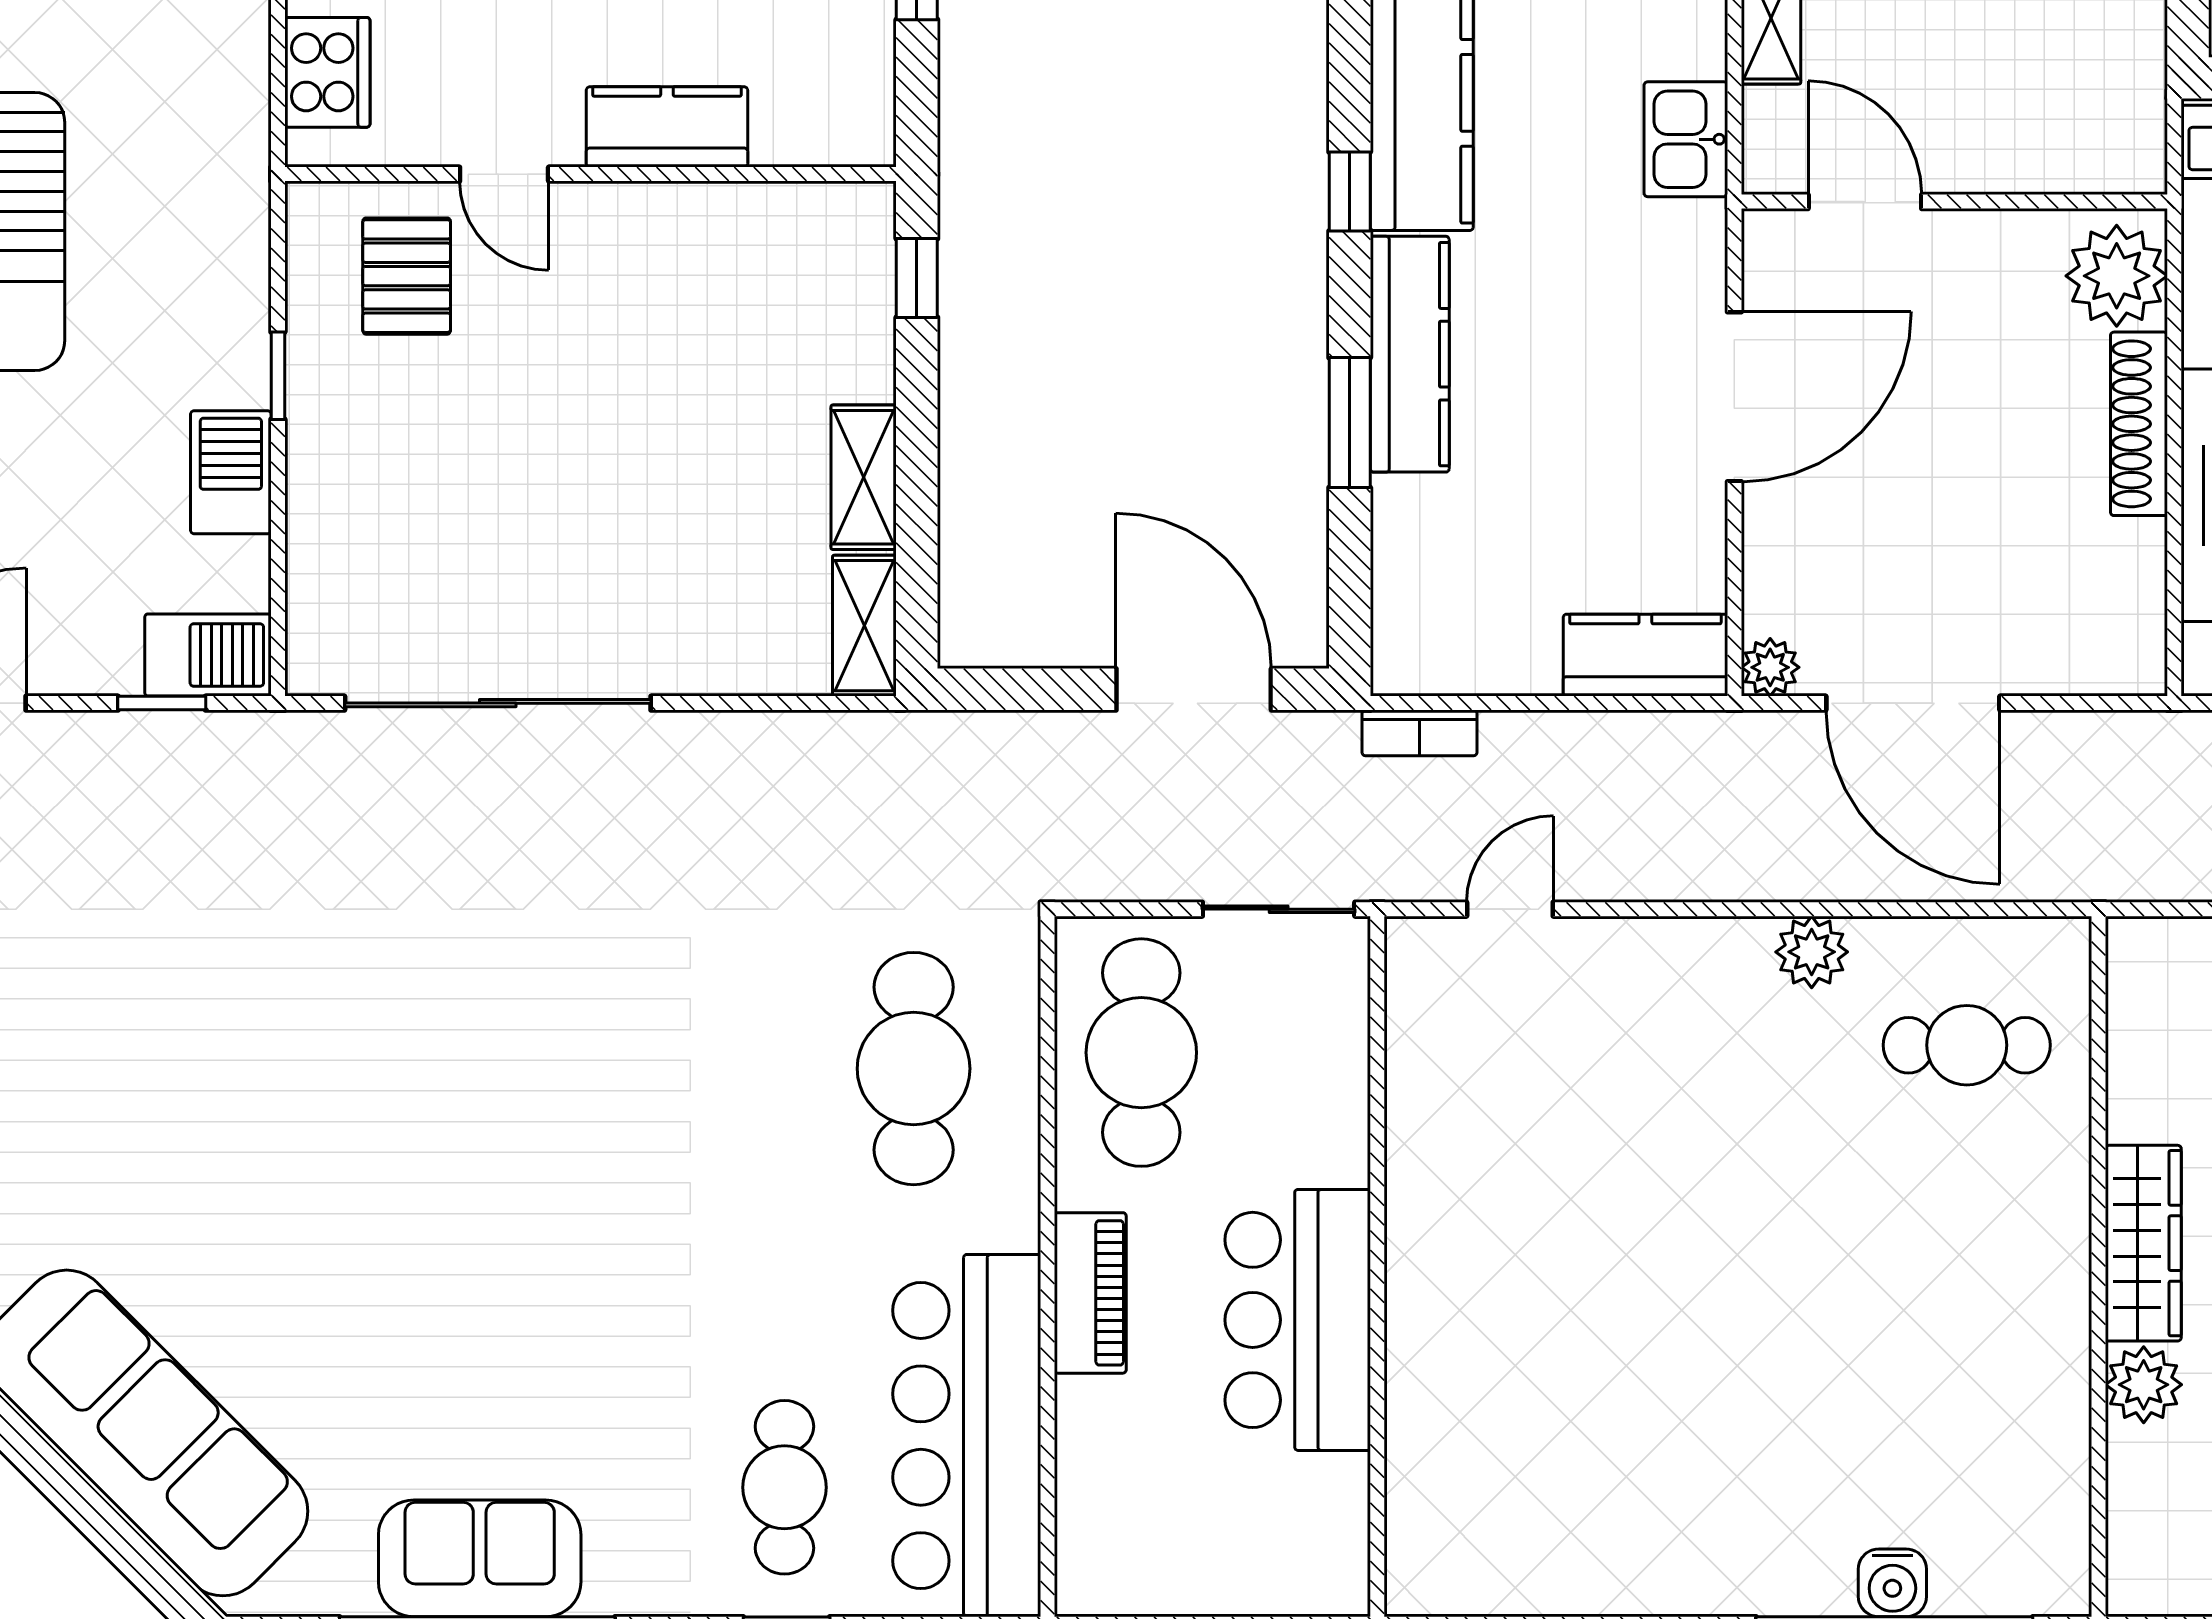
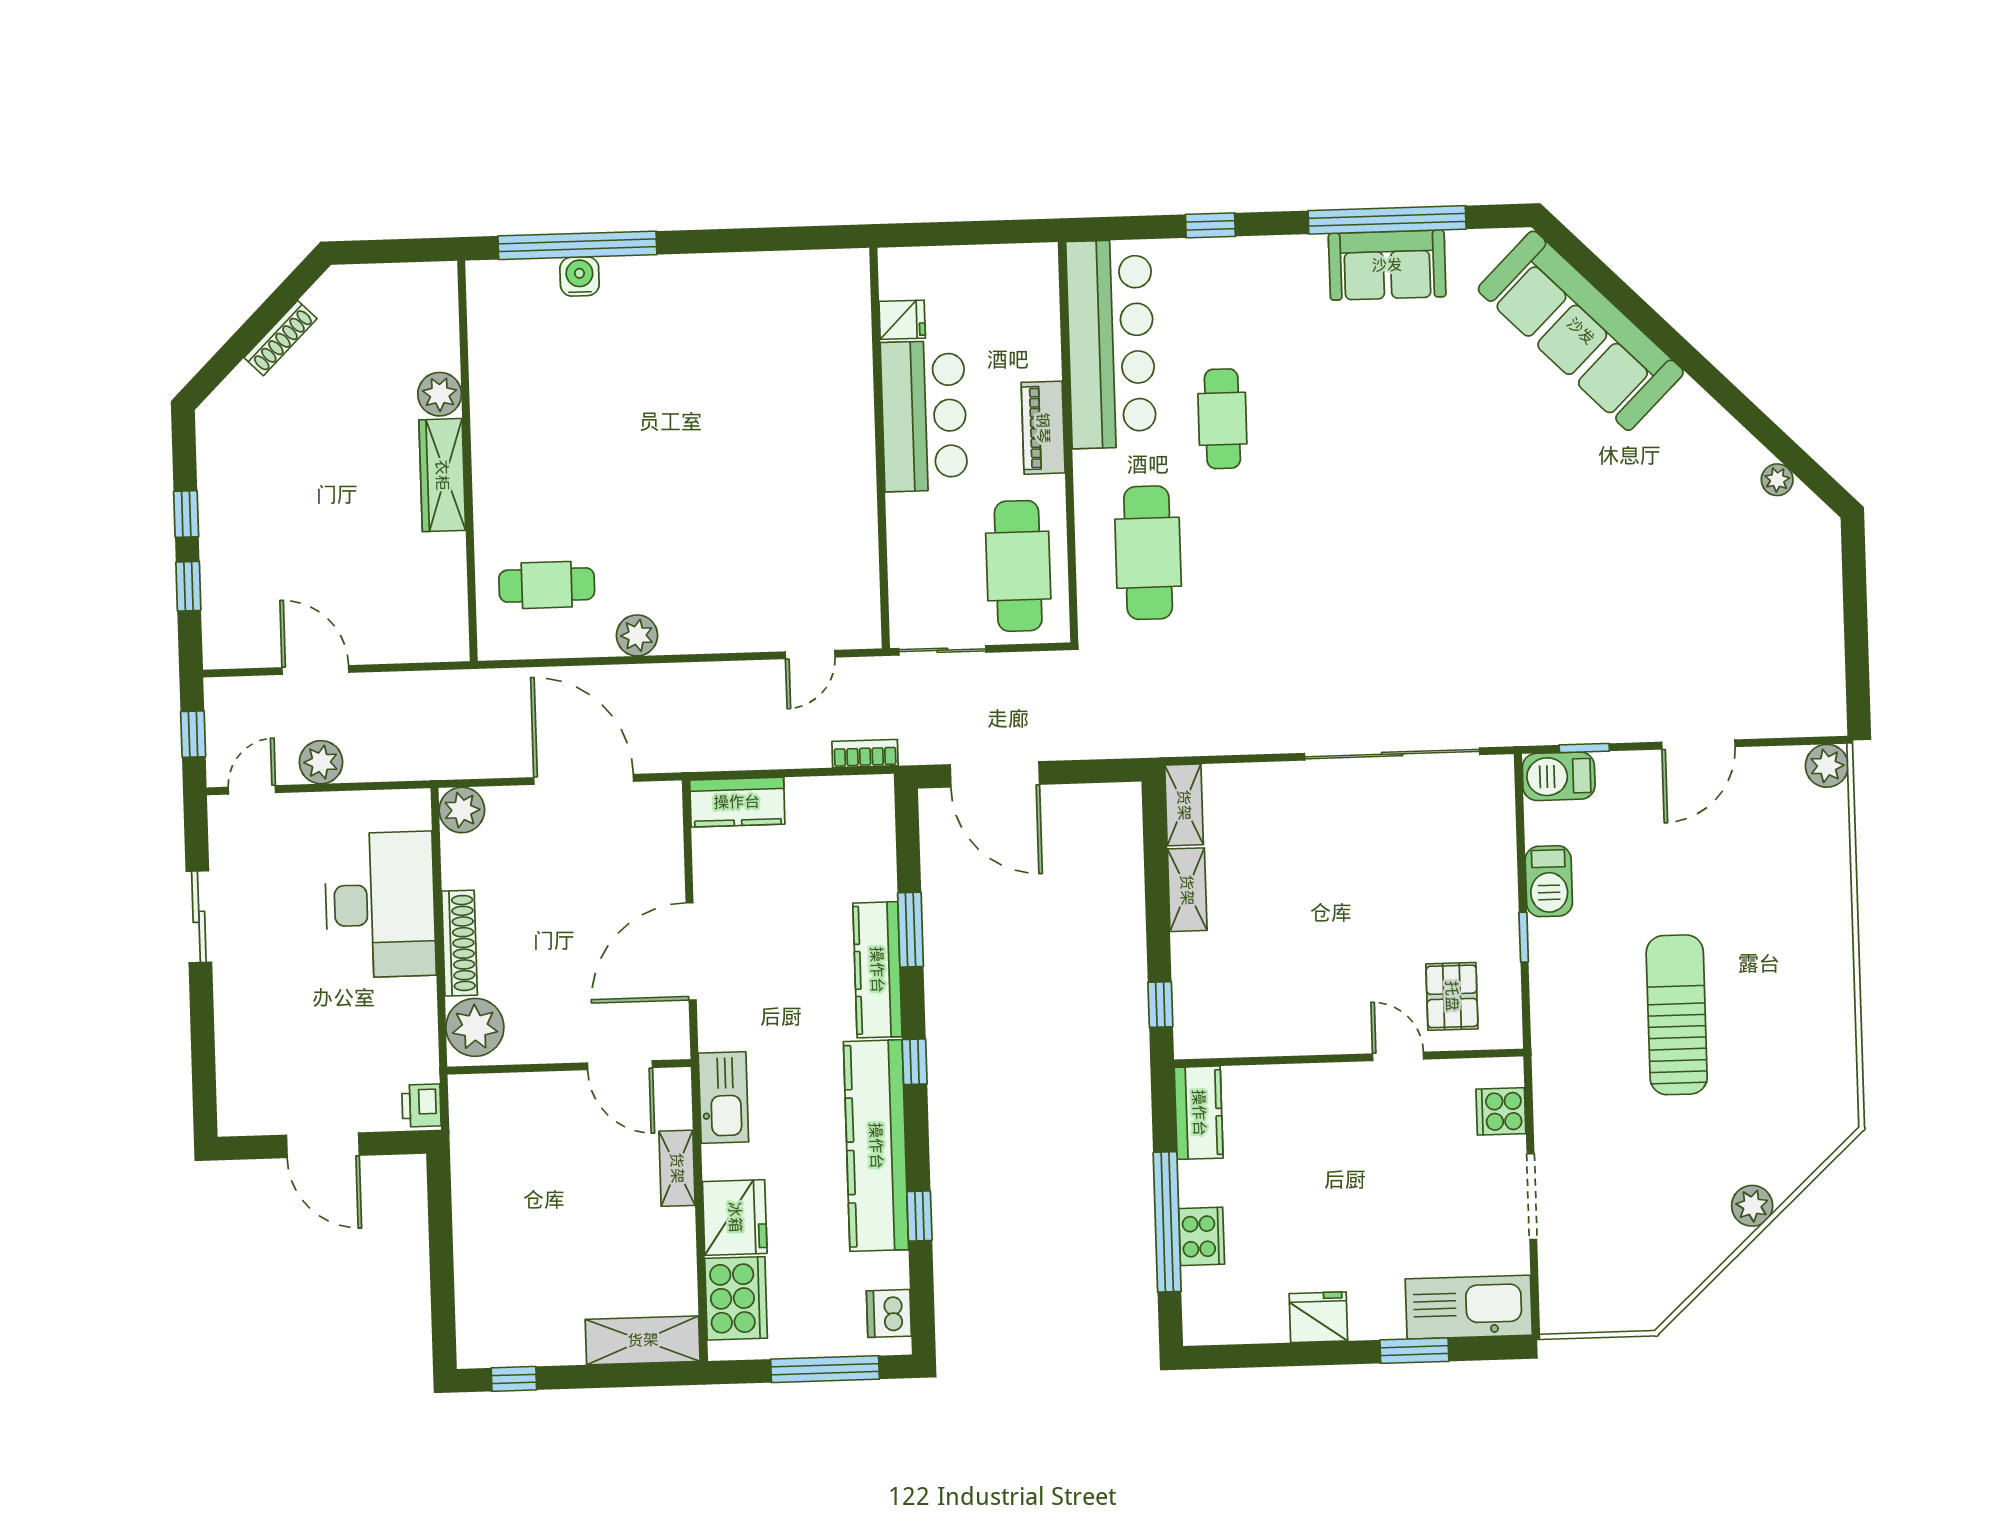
cooker: (327, 72) -> (1501, 1111), width x0.73
kitchen counter: (667, 127) -> (1199, 1113), moved, turned -90
kitchen sink: (1686, 139) -> (723, 1098), width x1.38
plant: (1770, 667) -> (462, 810), moved, width x1.38, depth x1.38
cafe table: (784, 1487) -> (1222, 419), moved
fridge: (1331, 1489) -> (902, 320), added

